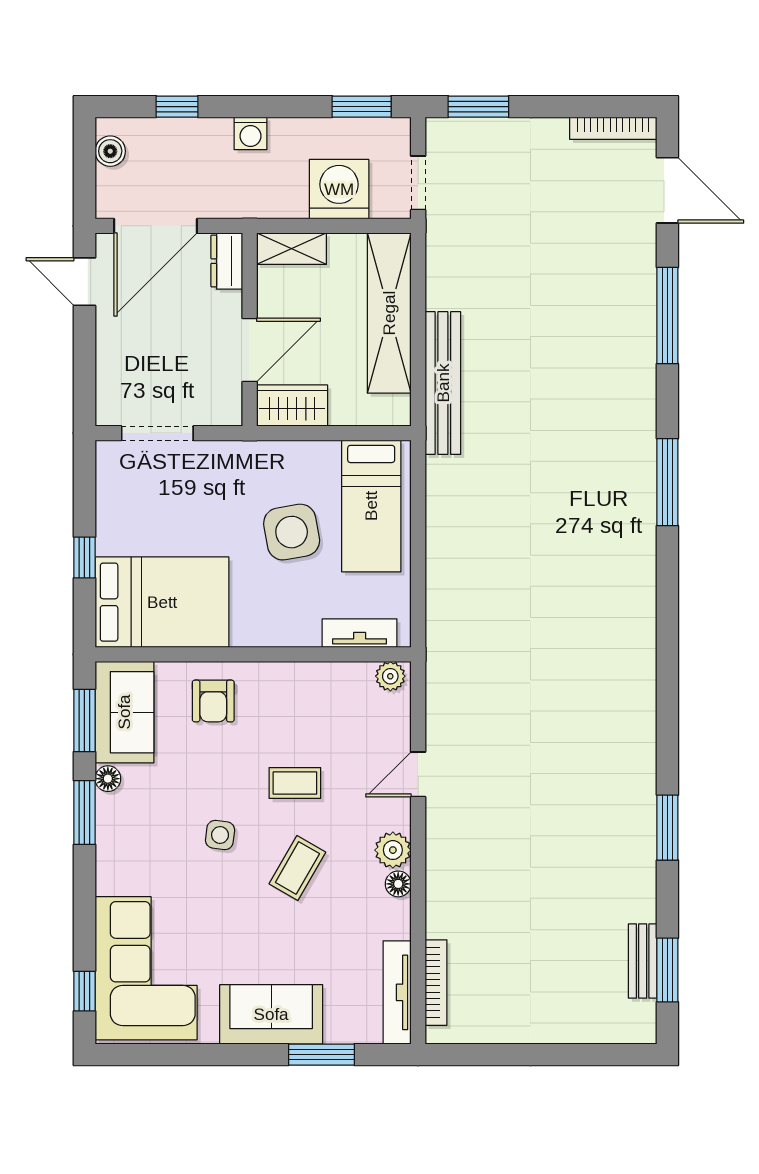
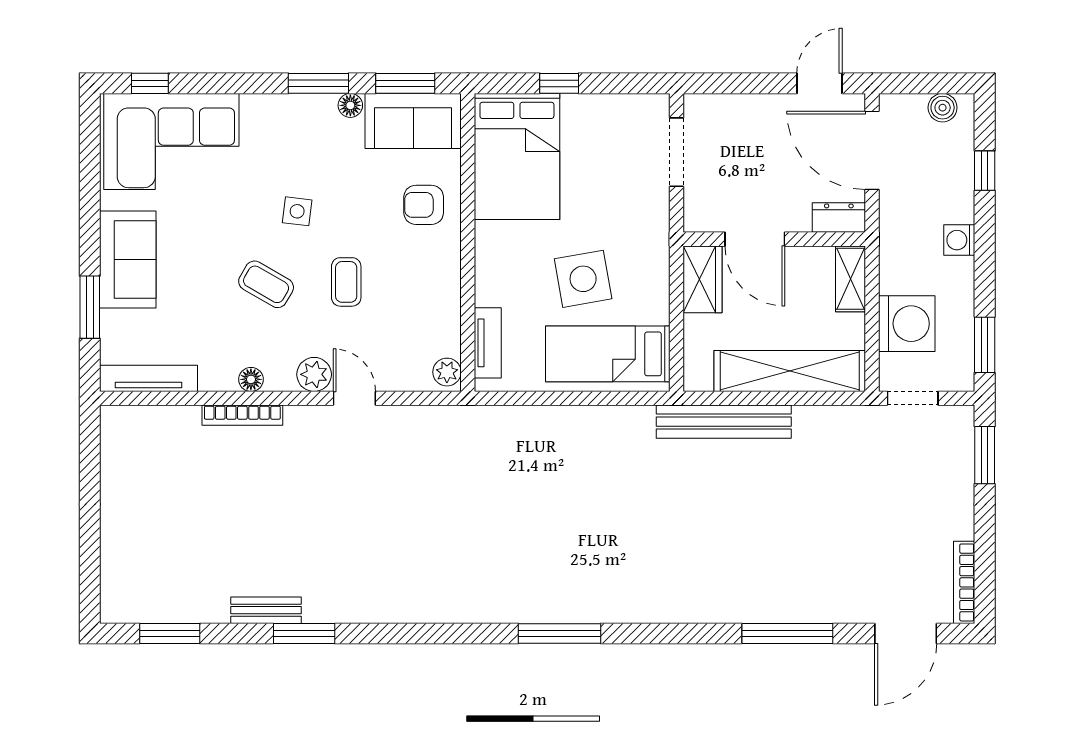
window: (667, 482) -> (559, 634), moved
plant: (393, 850) -> (314, 374), moved
bench: (643, 961) -> (266, 610), moved
bookcase: (436, 983) -> (242, 415), moved

